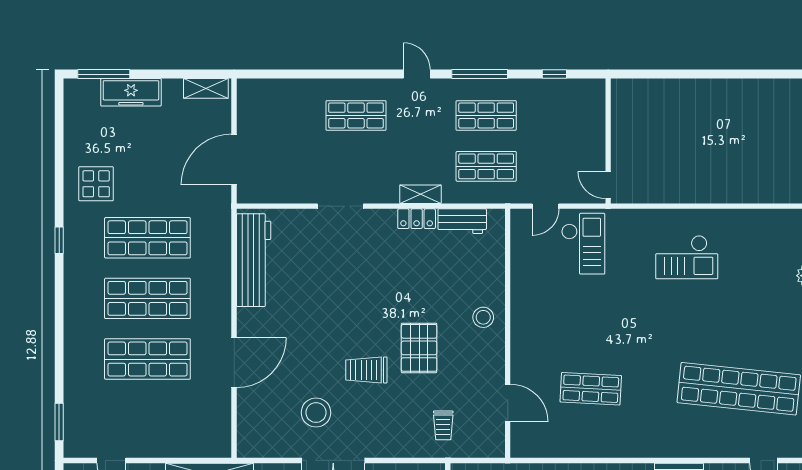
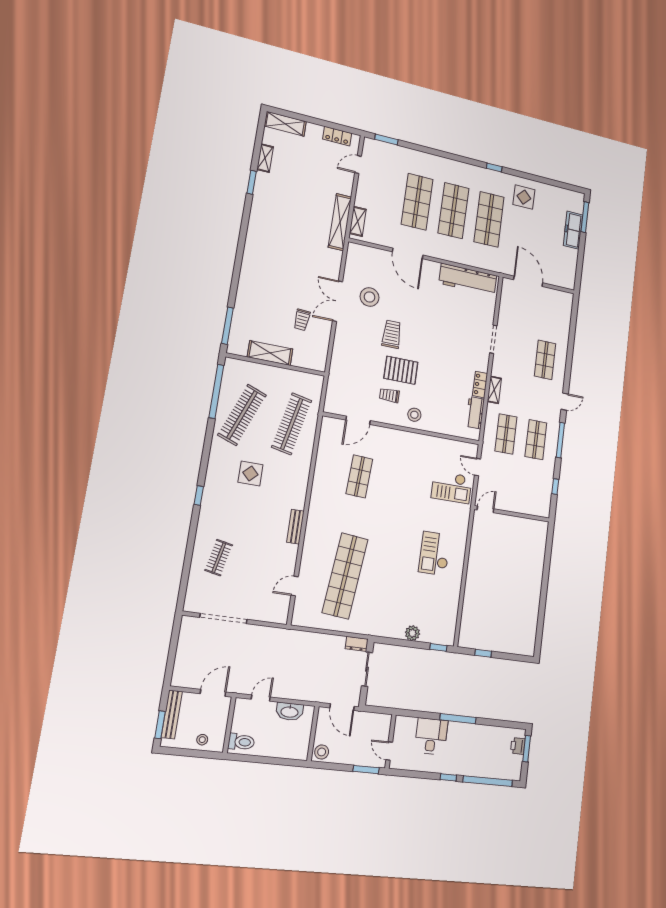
shelving: (206, 88) -> (358, 221), moved
trolley: (443, 425) -> (389, 395), moved

